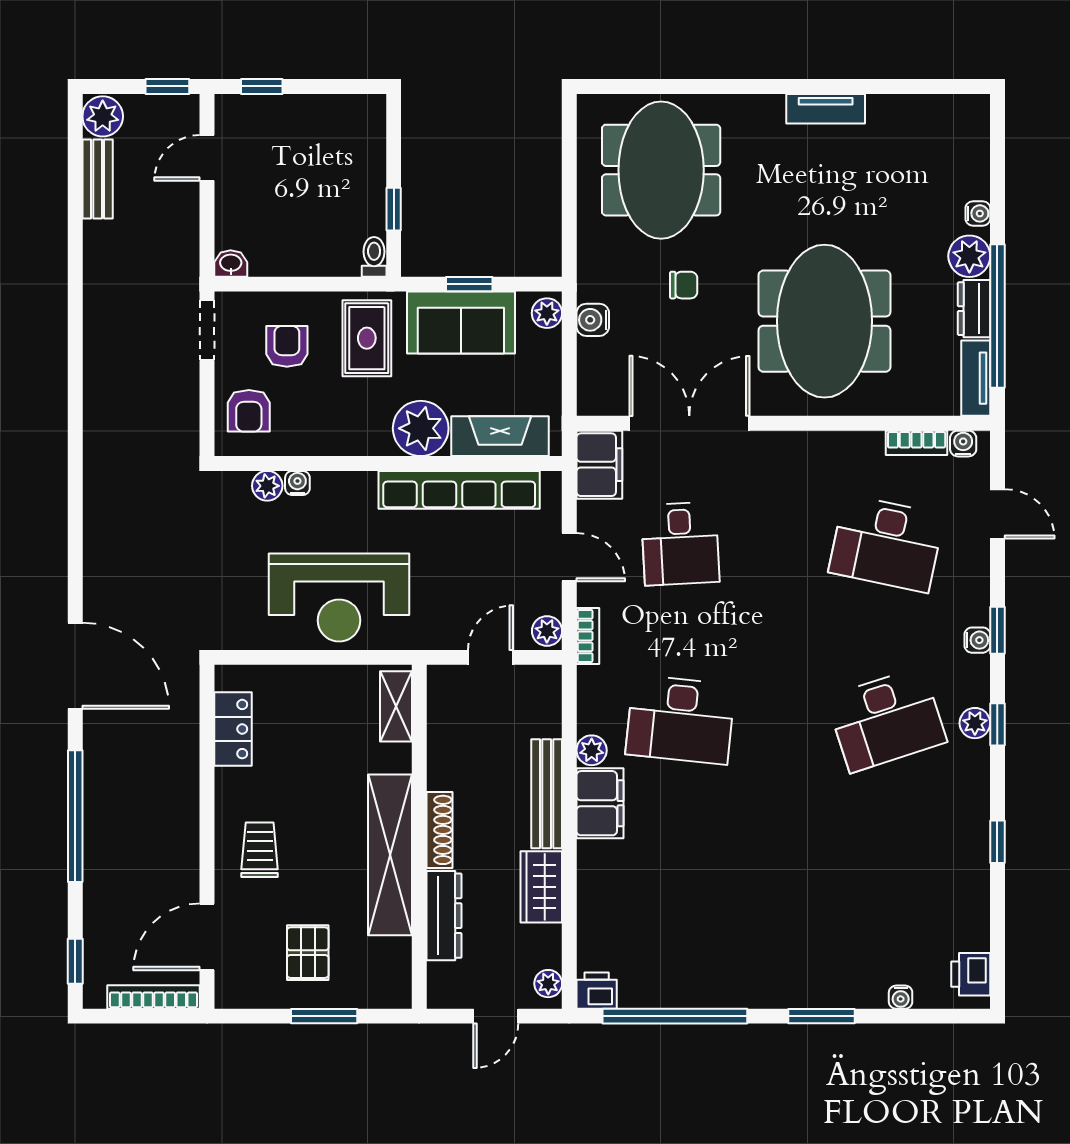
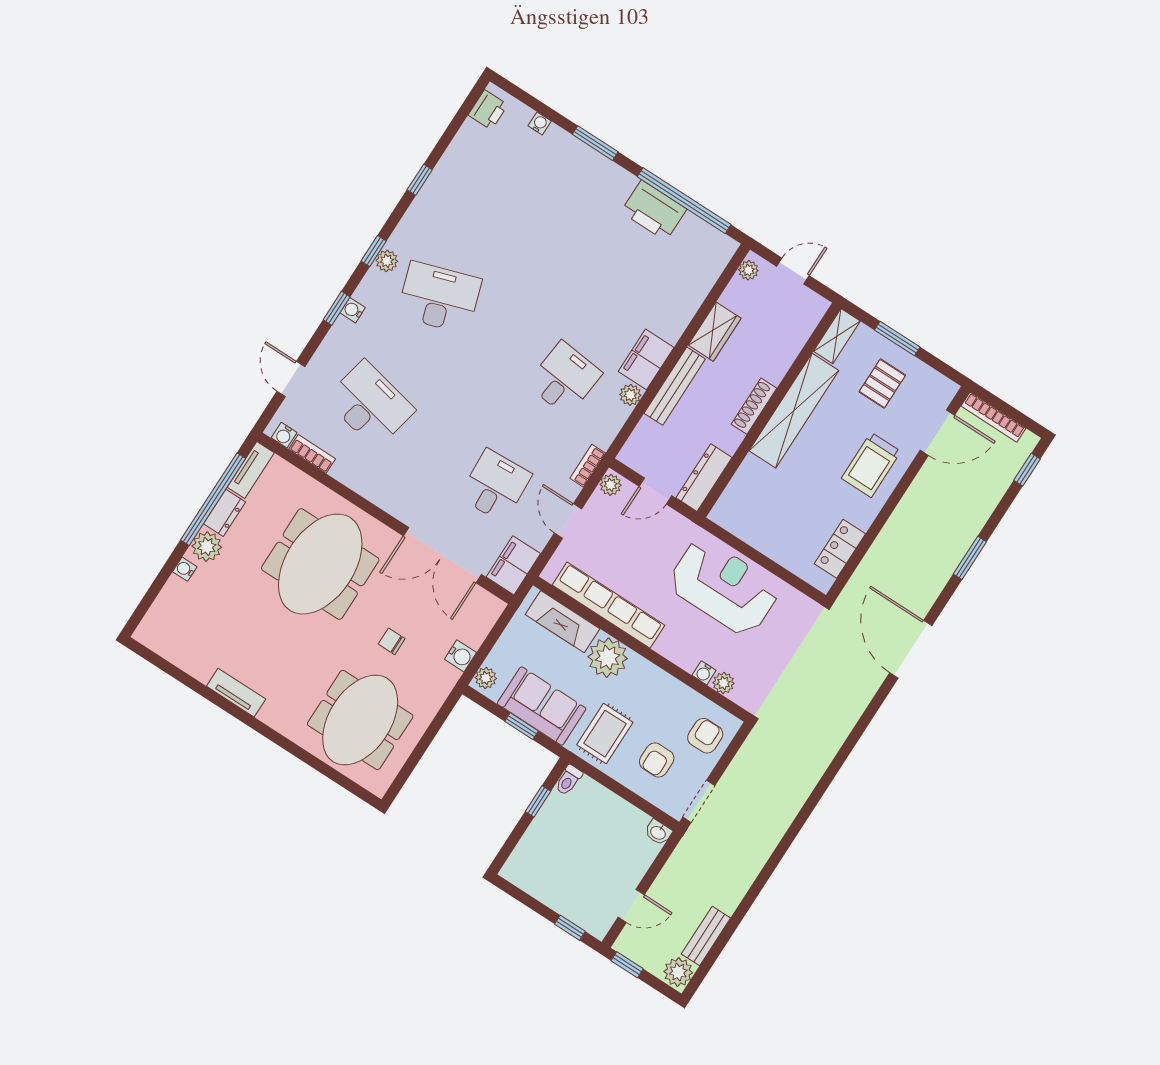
shelving: (396, 706) -> (837, 336), moved
desk: (680, 720) -> (564, 379), width x0.73
window: (75, 816) -> (970, 558), width x0.47
trolley: (260, 850) -> (871, 465), width x1.36, depth x1.39
dresser: (444, 916) -> (704, 478), moved
printer: (597, 991) -> (654, 210), moved, width x1.87, depth x1.48

